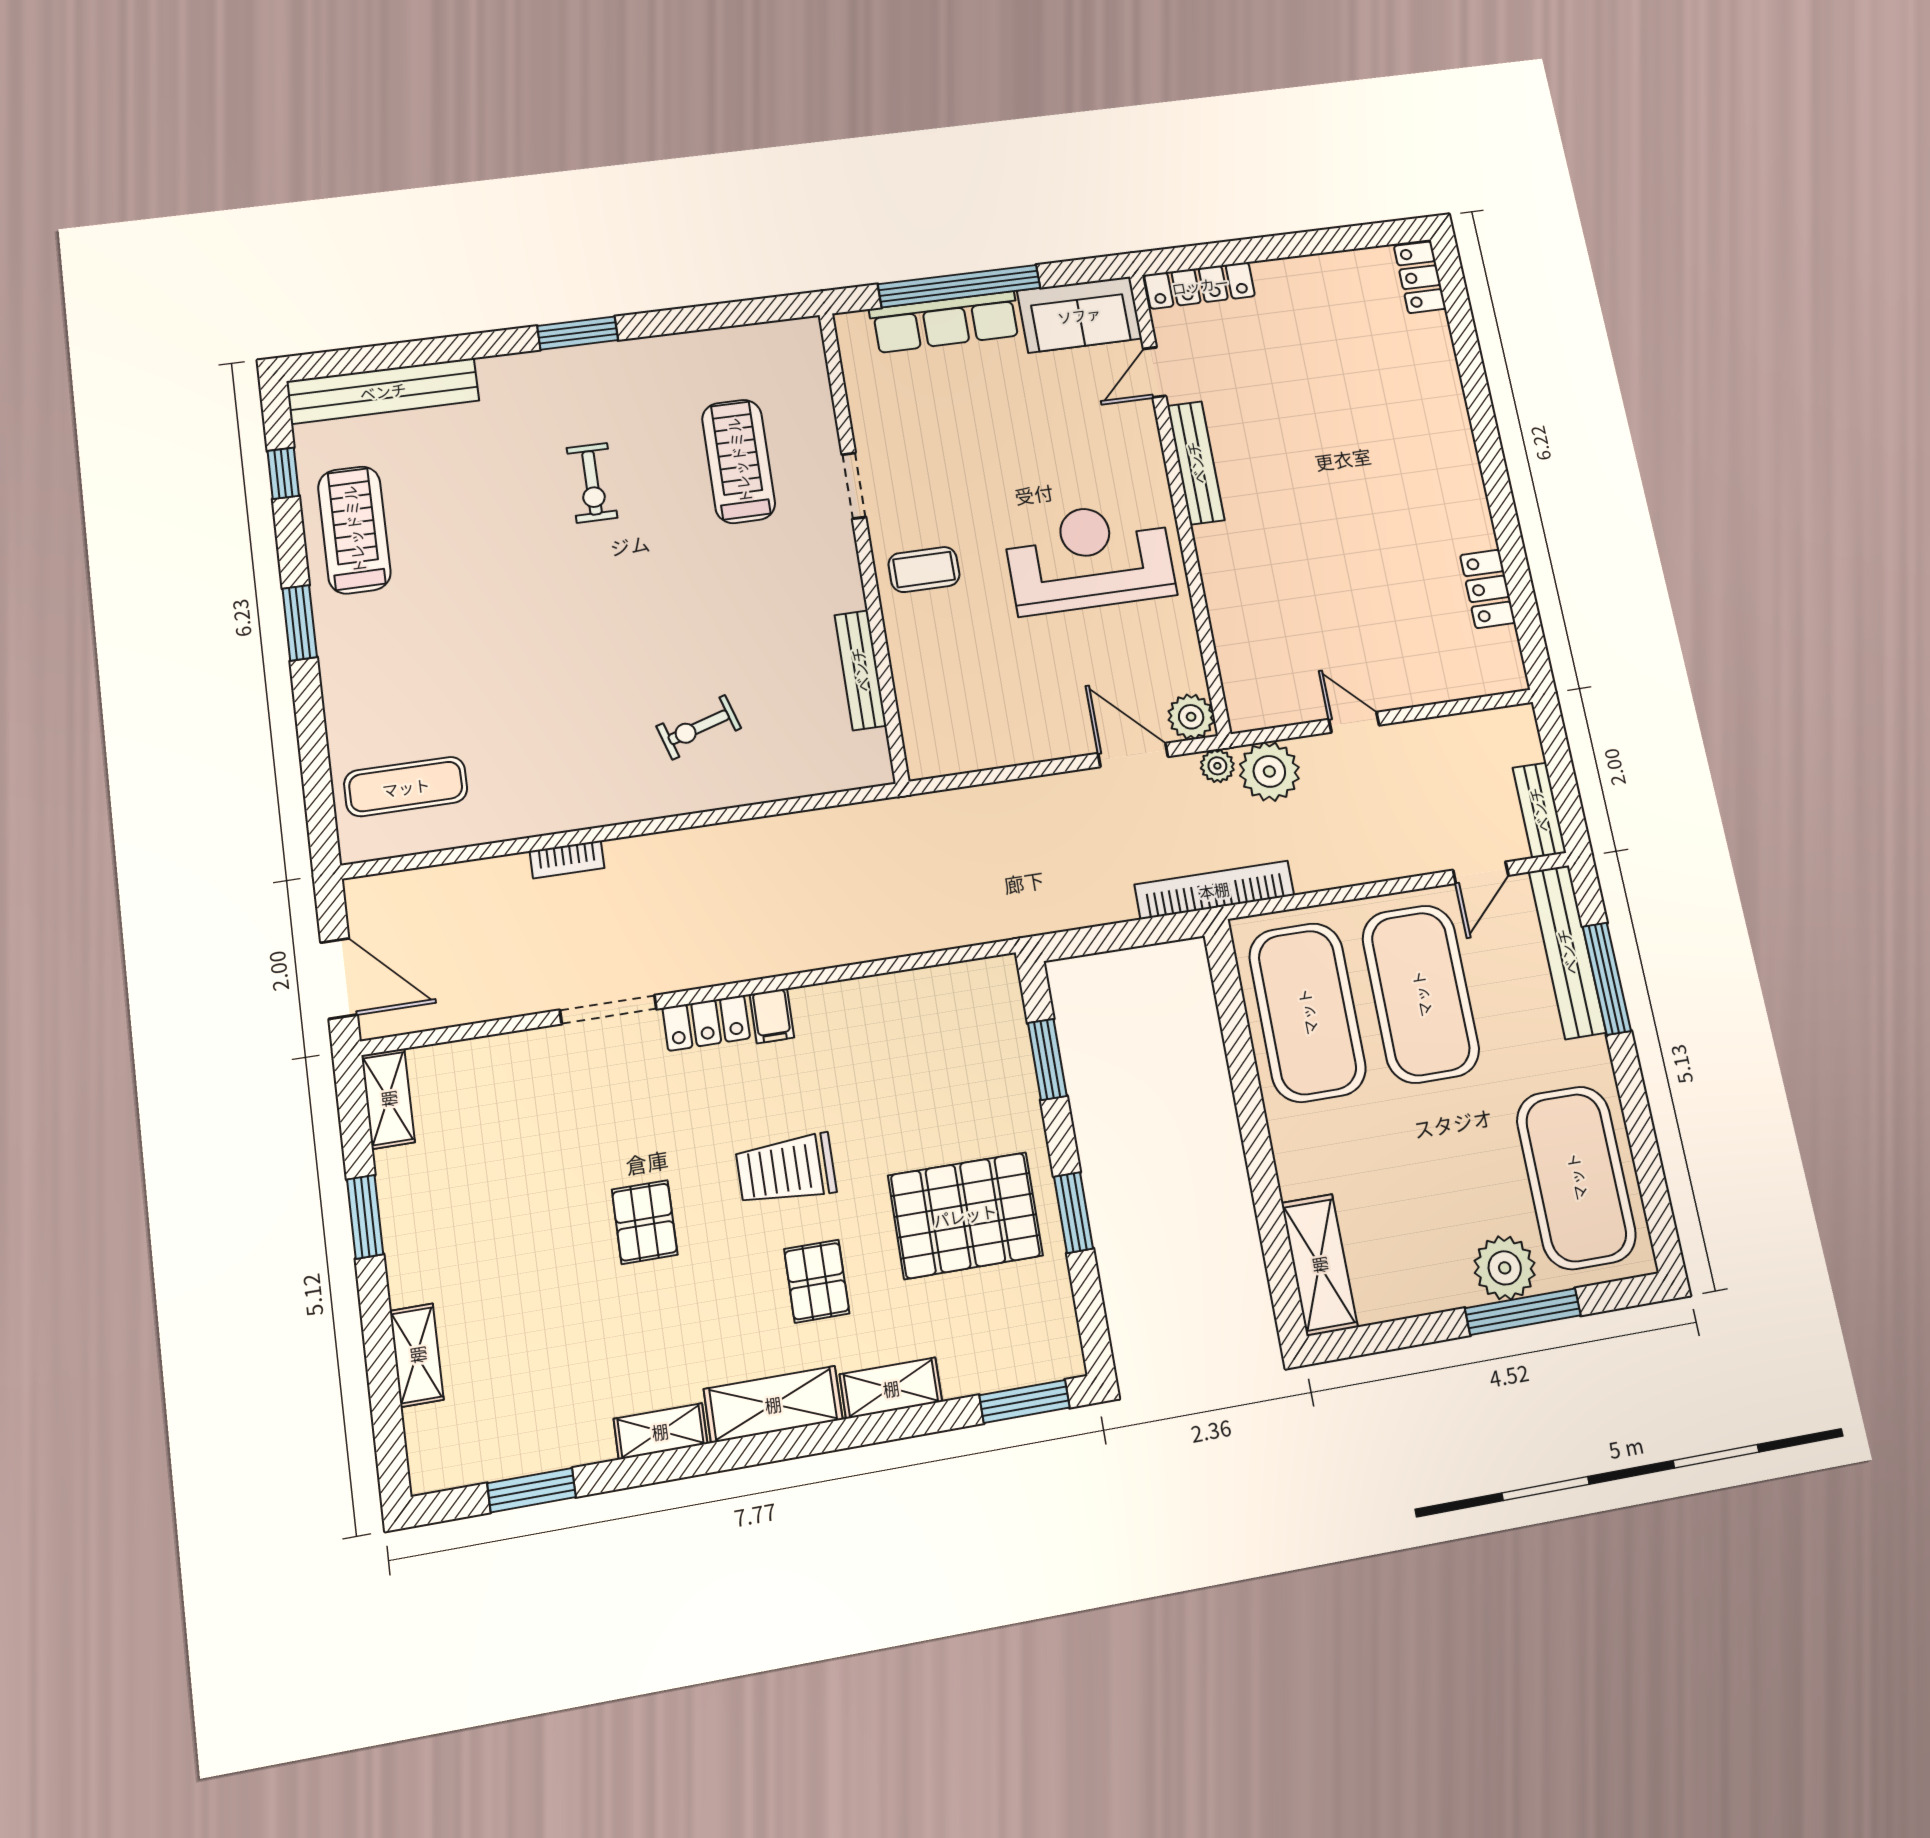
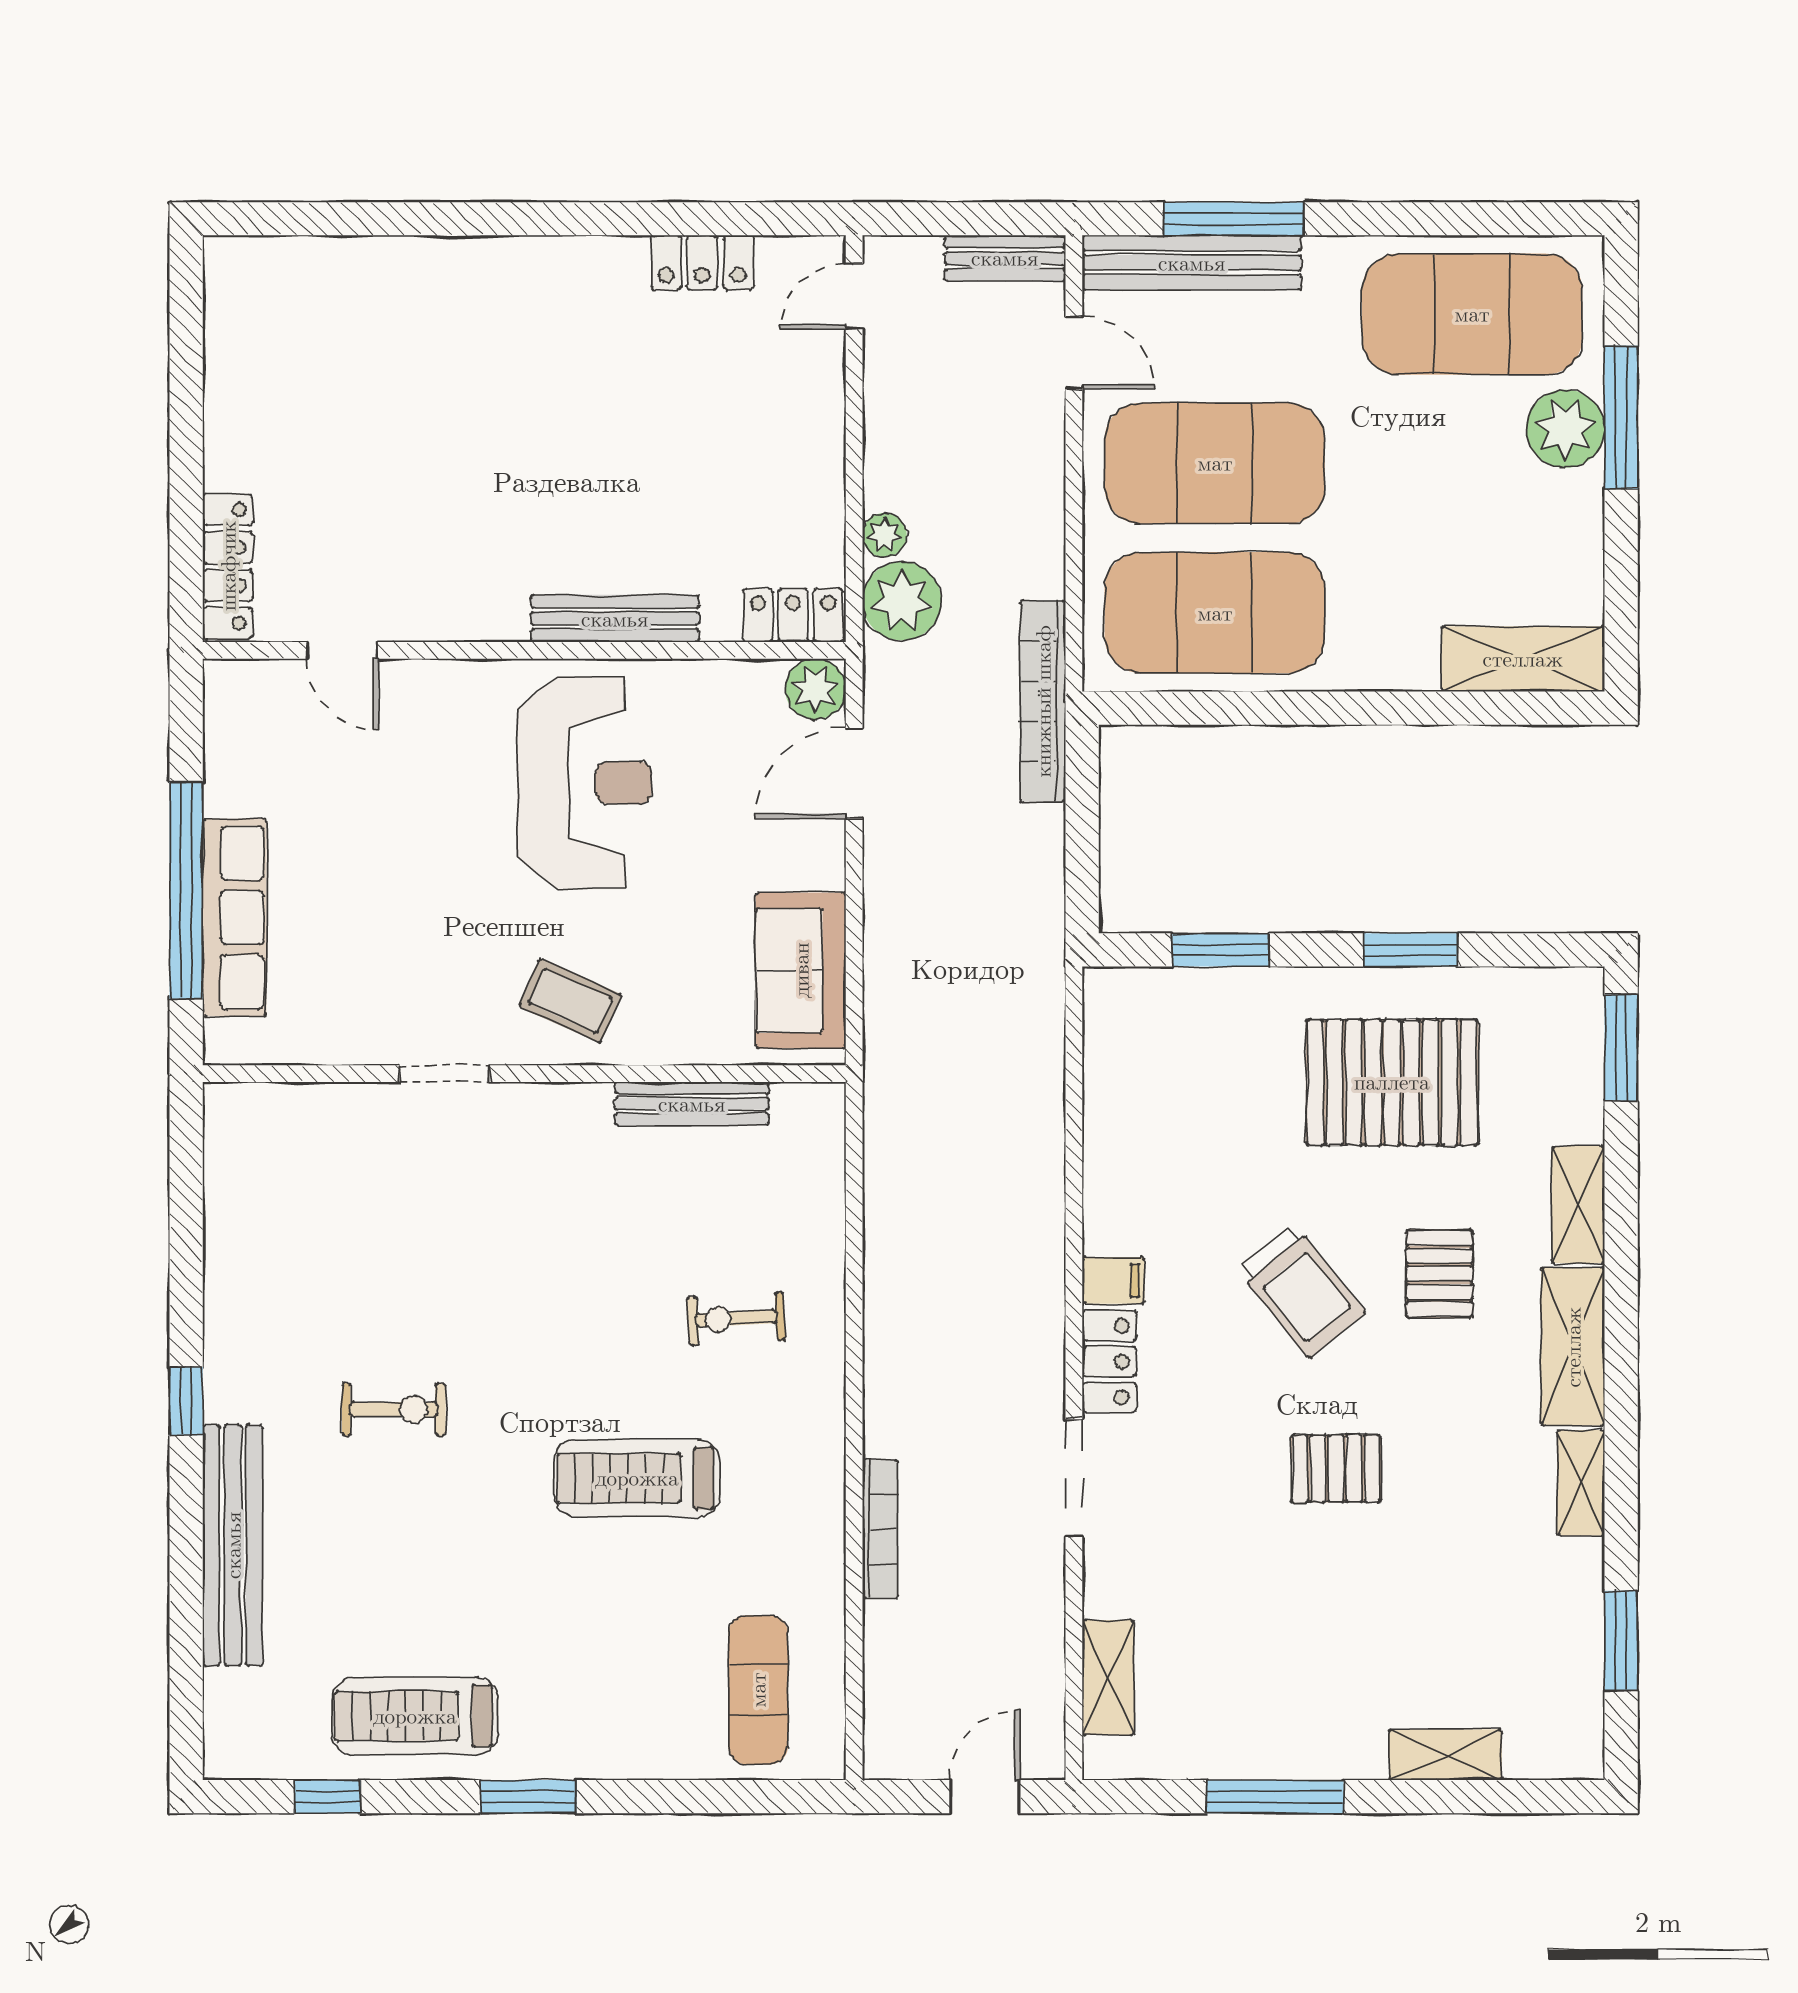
locker: (1420, 277) -> (793, 615), moved, turned 180
sofa: (1079, 315) -> (801, 970), moved, turned 180
window: (578, 333) -> (186, 1401), width x0.67
bench: (383, 391) -> (233, 1545), moved
treadmill: (739, 461) -> (637, 1478), moved
bench: (1196, 463) -> (615, 619), moved
reception desk: (1089, 558) -> (585, 783), turned 180
coffee table: (924, 570) -> (570, 1001), turned -66
door: (1354, 722) -> (854, 296), moved
exercise bike: (699, 727) -> (736, 1319), turned 104
plant: (1217, 766) -> (884, 535), moved
bookcase: (567, 859) -> (880, 1529), width x1.56
door: (339, 978) -> (985, 1797), width x0.73
shelving: (388, 1099) -> (1108, 1677), moved, turned 90
trolley: (786, 1169) -> (1302, 1291), turned -39
pallet: (965, 1215) -> (1392, 1082), turned 90
window: (365, 1217) -> (1275, 1797), width x1.44
pallet: (817, 1281) -> (1440, 1274), turned 90

